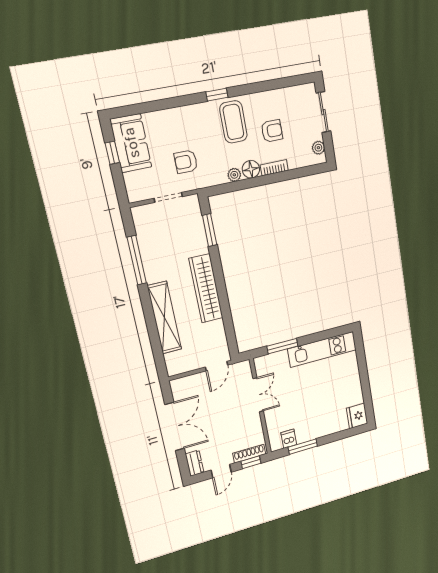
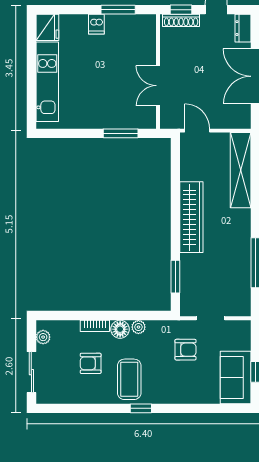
shelving: (164, 318) -> (241, 170), moved
kitchen unit: (322, 349) -> (47, 82), moved, turned 90
door: (217, 366) -> (197, 131), hinge flipped
dishwasher: (289, 439) -> (96, 24), moved

